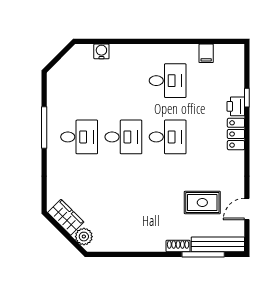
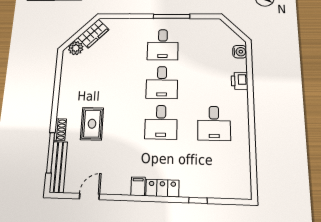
water cooler: (101, 51) -> (240, 52), moved
filing cabinet: (206, 53) -> (138, 186), moved, turned 90
printer: (236, 106) -> (240, 81), moved, turned -90
rug: (202, 203) -> (92, 124), moved
door: (247, 209) -> (89, 197), hinge flipped

